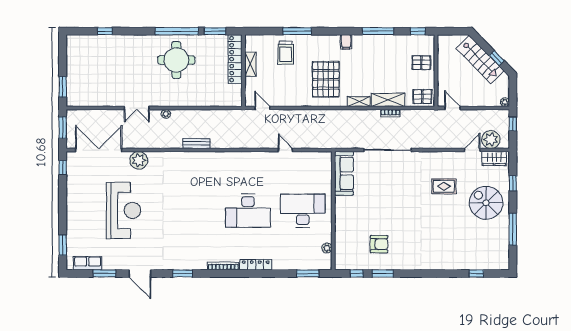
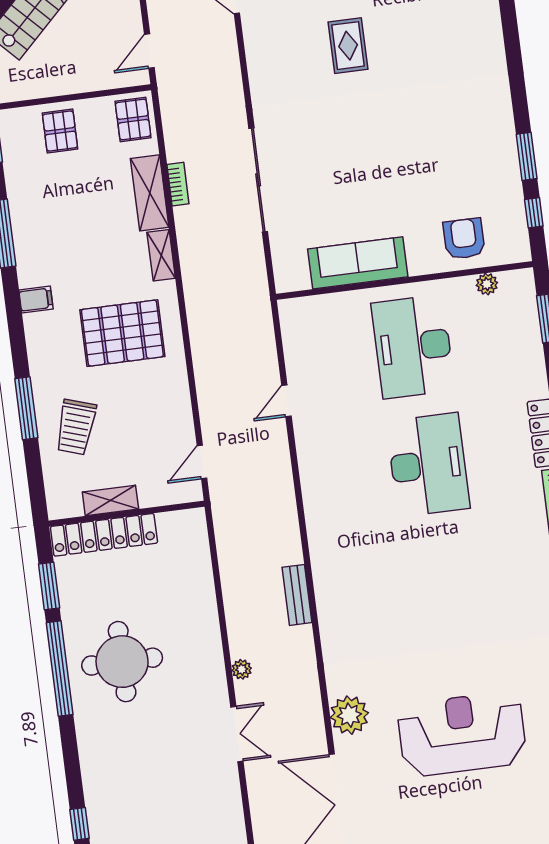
trolley: (286, 53) -> (76, 427), turned 108
sofa: (344, 173) -> (358, 263), moved
rug: (444, 186) -> (348, 46), moved
armchair: (379, 244) -> (464, 239), moved

